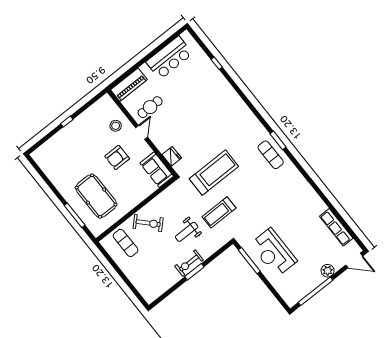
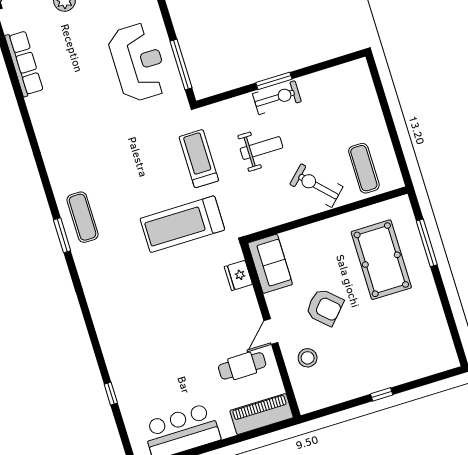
armchair: (117, 157) -> (325, 307), turned 43
treadmill: (219, 212) -> (199, 159), turned -90

